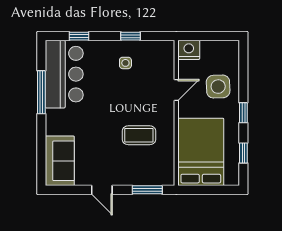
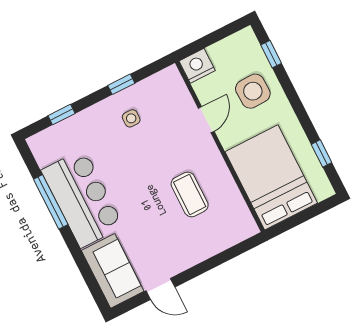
bar counter: (64, 74) -> (82, 198), moved
window: (243, 113) -> (271, 54), moved
coffee table: (139, 135) -> (190, 194), turned 90
door: (102, 190) -> (160, 289), moved
window: (147, 190) -> (231, 253), removed

